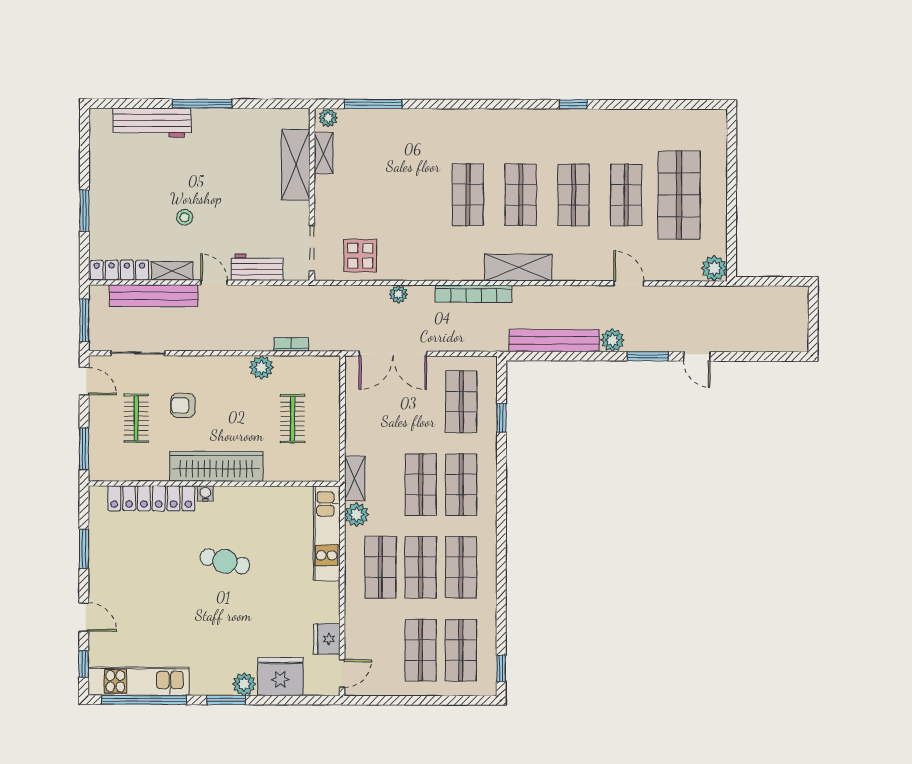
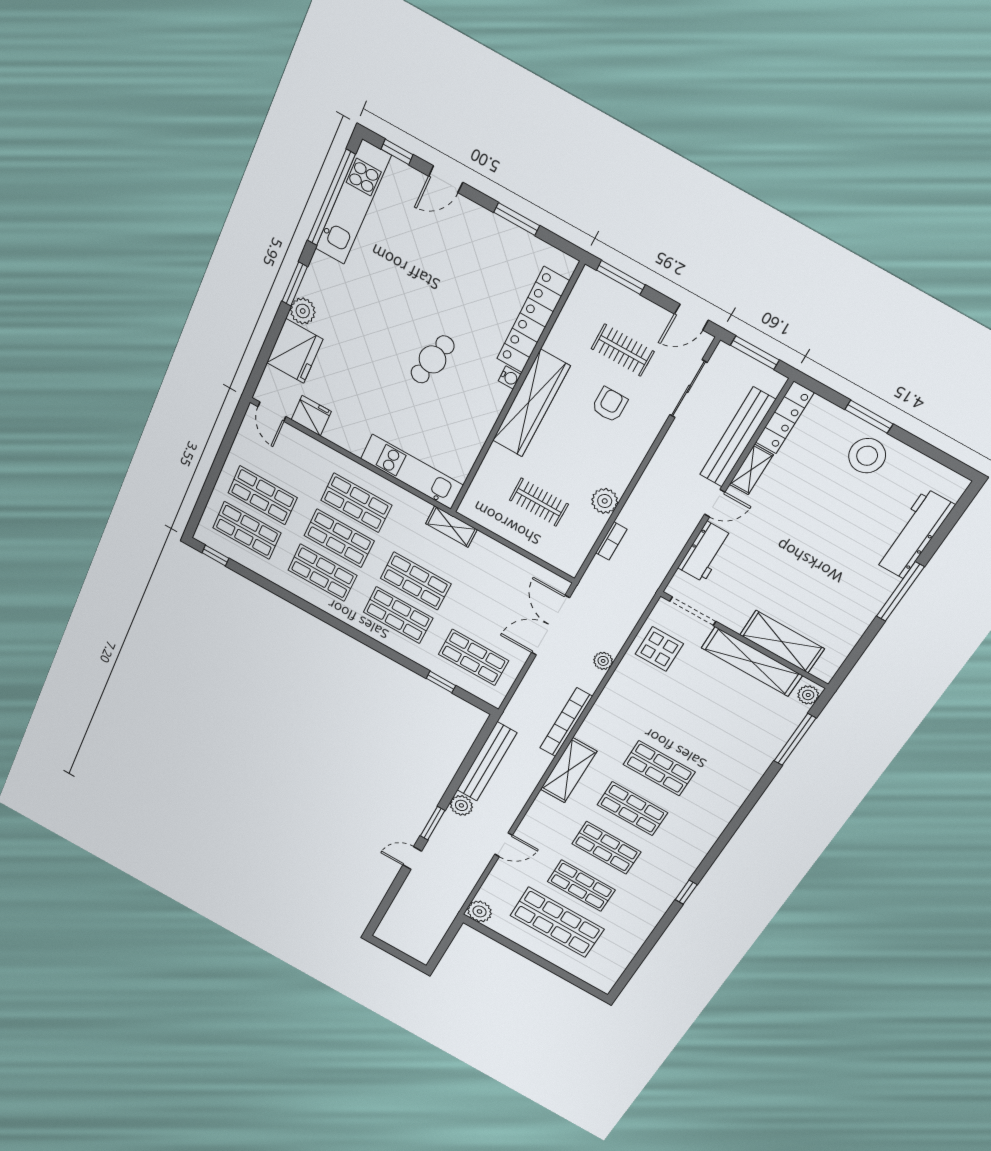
shelving: (324, 153) -> (752, 662), width x2.20, depth x1.33
stool: (185, 217) -> (867, 456), moved, width x1.89, depth x1.89
plant: (357, 515) -> (416, 509), removed

